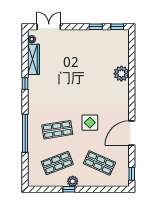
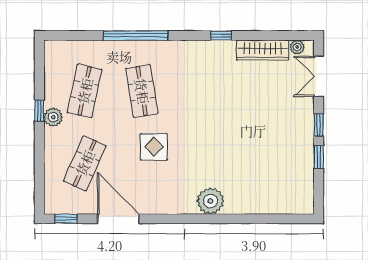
double door: (49, 27) -> (319, 76), swing flipped
window: (117, 27) -> (319, 125), moved
plant: (121, 74) -> (210, 201), moved
door: (132, 133) -> (118, 219), moved
shop shelf: (57, 163) -> (85, 91), turned 33

